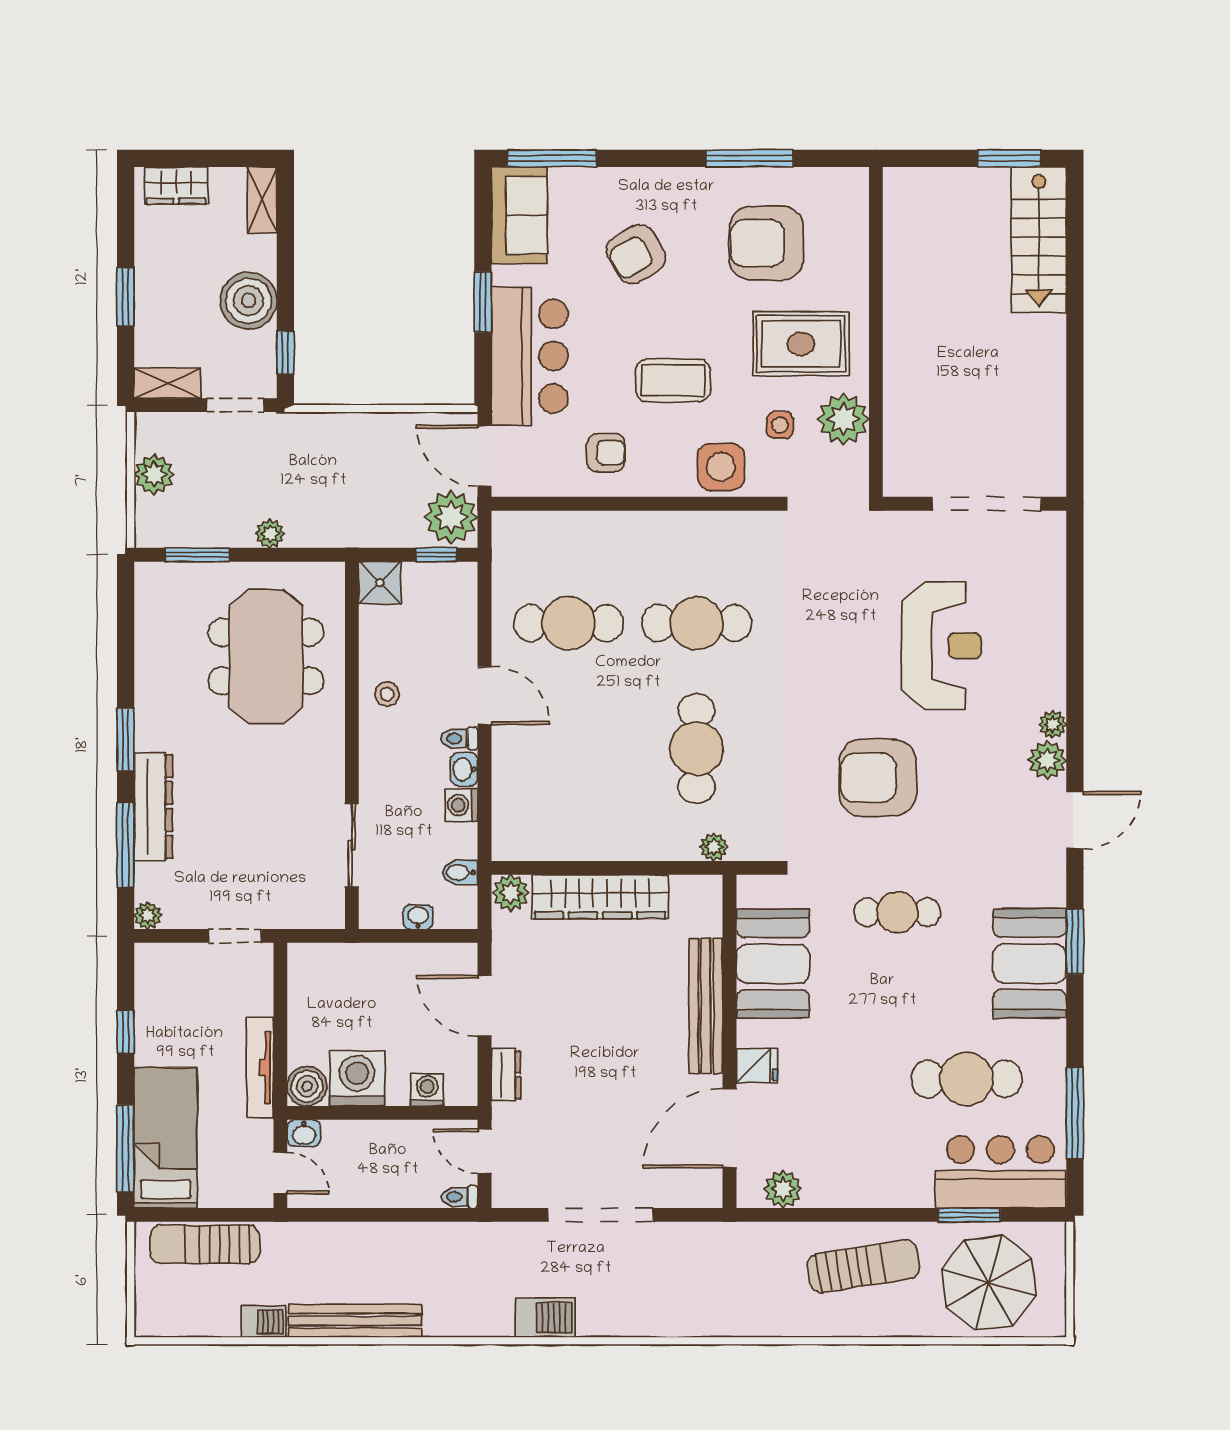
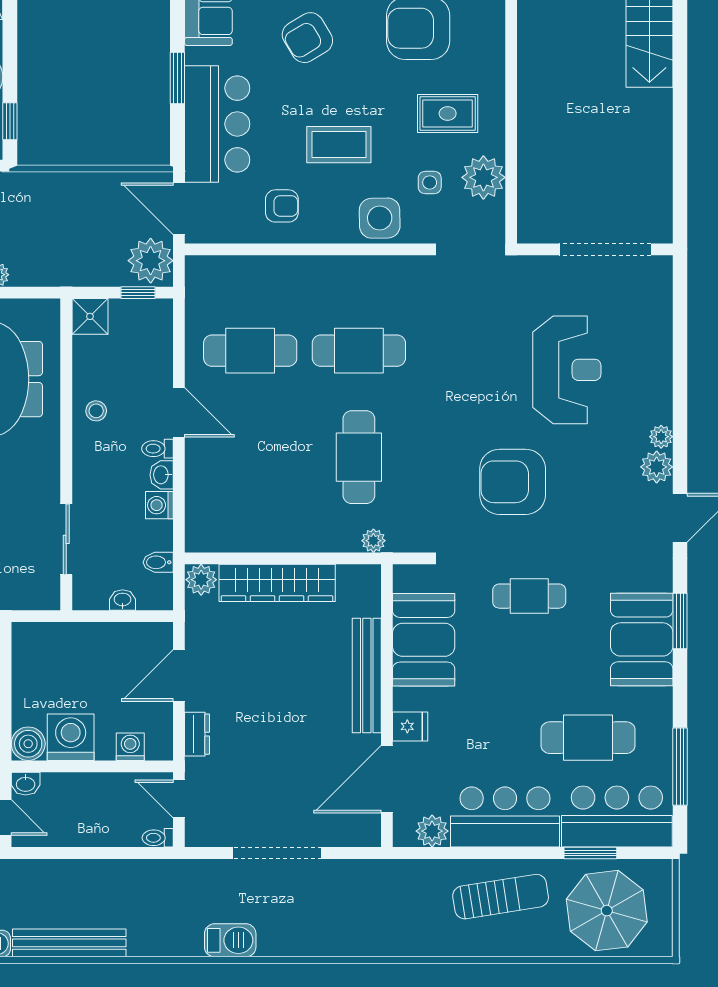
rug: (801, 344) -> (448, 114), width x0.73, depth x0.70
door: (485, 1006) -> (179, 675), hinge flipped
bar counter: (869, 1173) -> (505, 817), added

